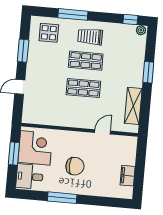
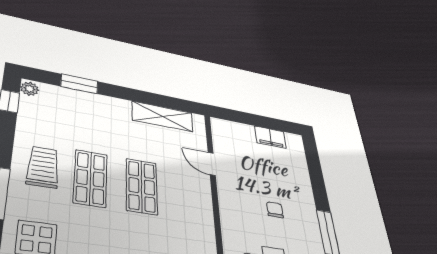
trolley: (90, 37) -> (43, 167), turned 180
window: (148, 72) -> (79, 84), moved
chair: (75, 166) -> (275, 210), width x0.54, depth x0.54

